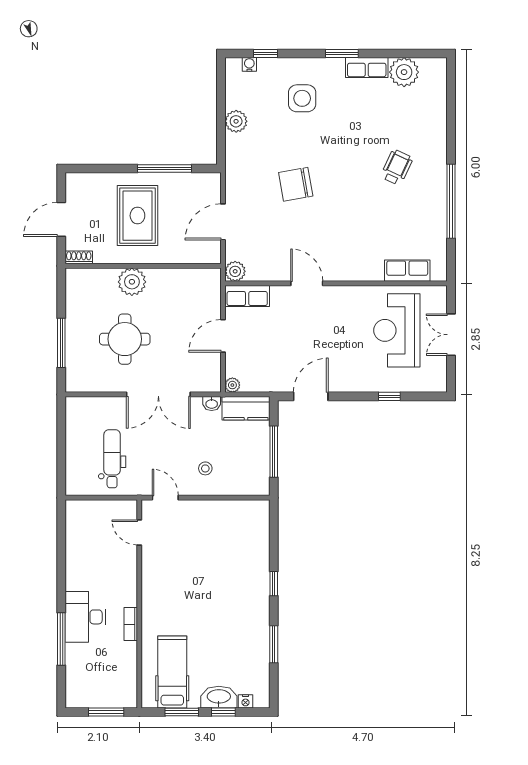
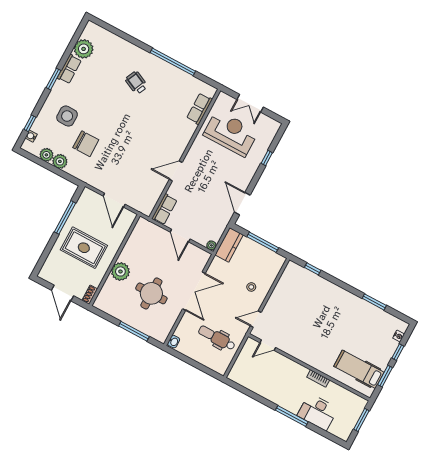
chair: (296, 184) -> (86, 144), moved, turned -80
plant: (235, 271) -> (46, 155), moved
reception desk: (397, 330) -> (231, 133), turned 180
washbasin: (212, 404) -> (174, 342), moved
window: (274, 584) -> (313, 269), moved
desk: (85, 617) -> (318, 412), moved
window: (61, 639) -> (292, 416), moved
washbasin: (219, 697) -> (388, 350), removed

